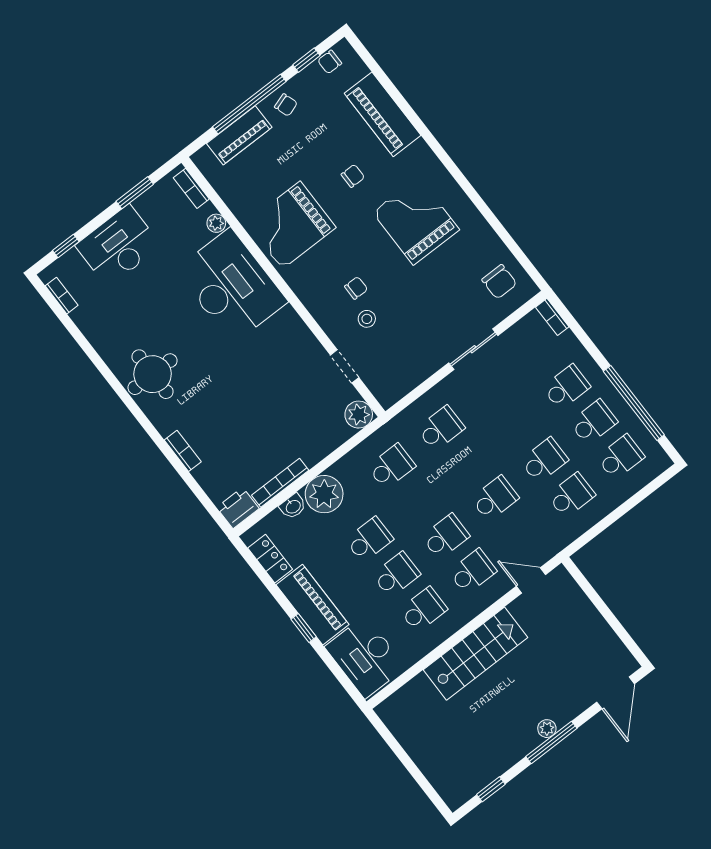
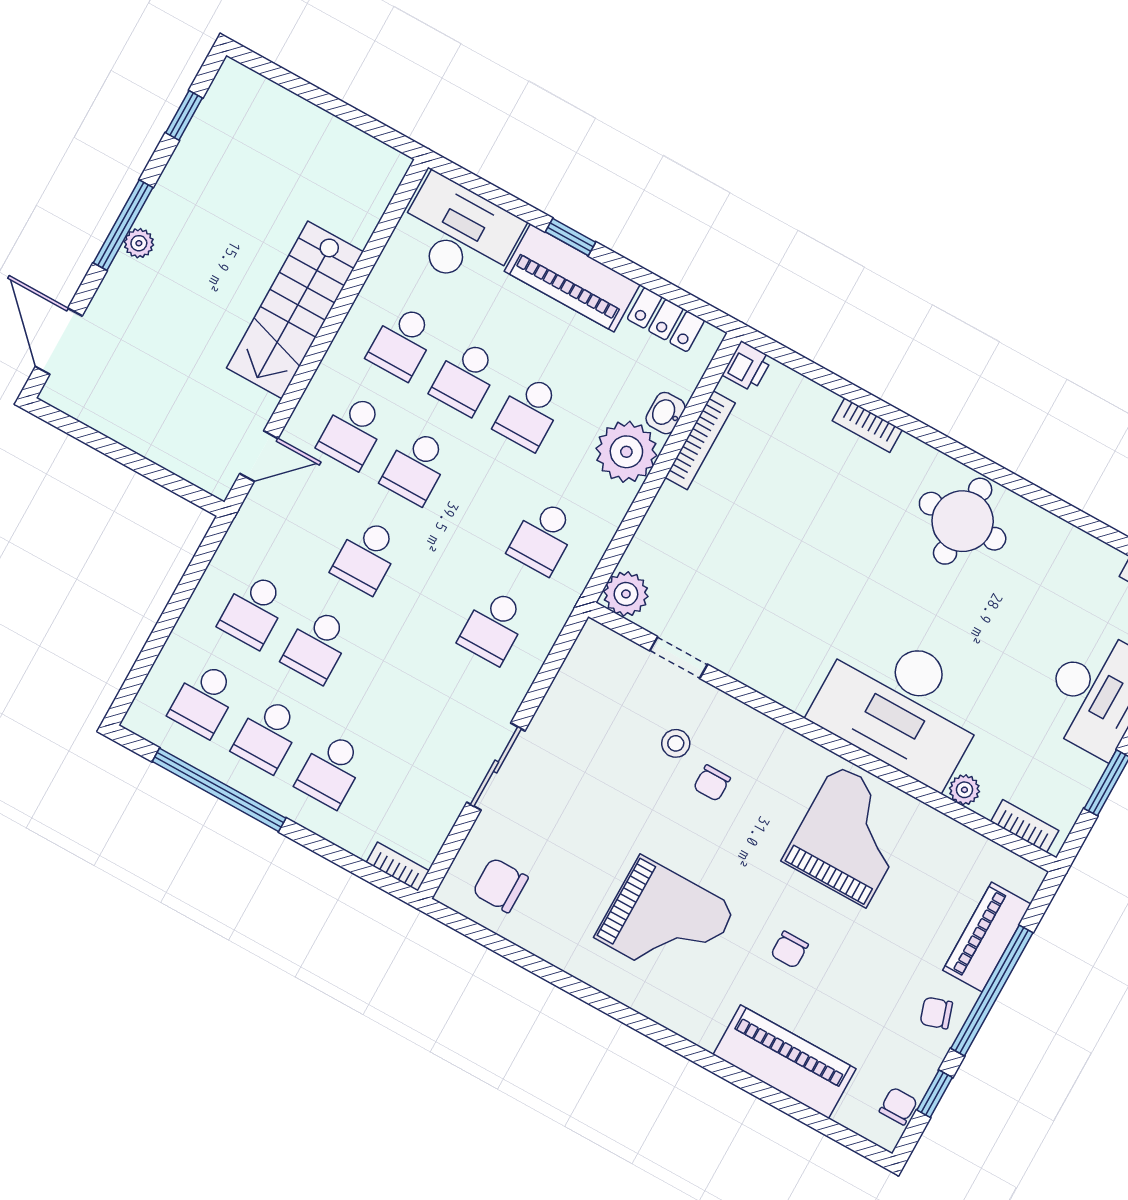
printer: (238, 508) -> (747, 367), width x0.73, depth x0.81

